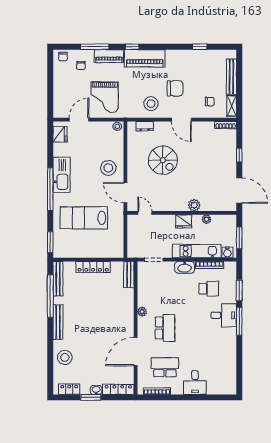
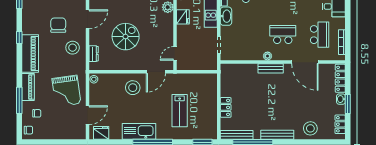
window: (132, 47) -> (19, 38), moved
grand piano: (105, 97) -> (67, 91), turned 82
door: (79, 120) -> (87, 115), swing flipped
lab bench: (84, 218) -> (180, 111), width x0.73, depth x0.72
locker: (93, 267) -> (226, 107), width x0.66
bench: (129, 275) -> (271, 68), moved
school desk: (165, 367) -> (320, 35), turned 180

